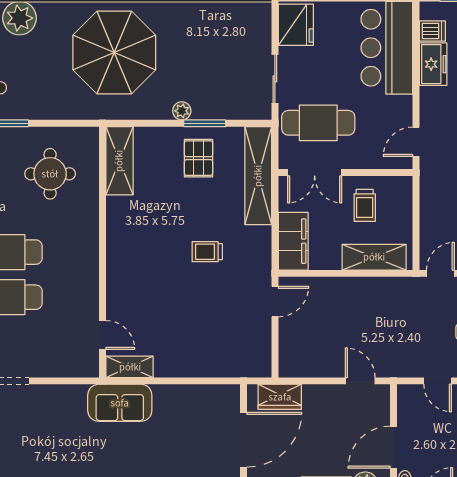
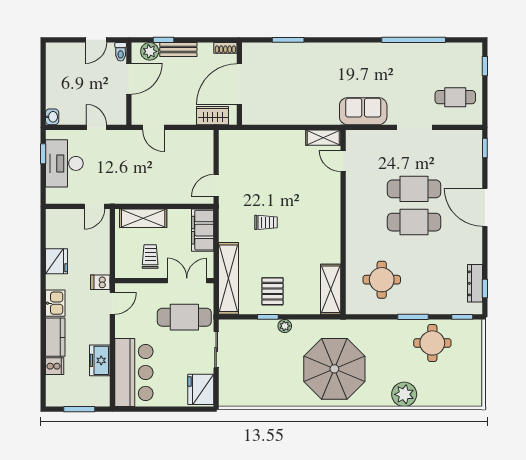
dishwasher: (432, 31) -> (100, 282), moved
window: (205, 123) -> (268, 317), width x0.67
sofa: (120, 403) -> (363, 111), moved

